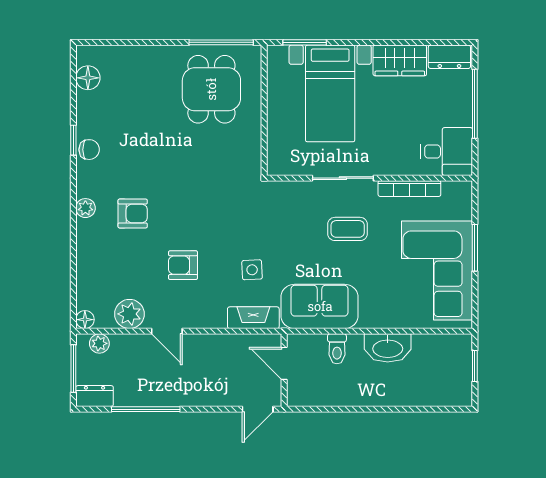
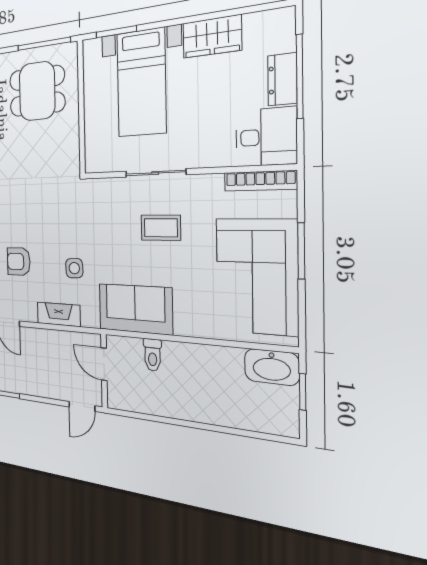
dresser: (449, 57) -> (282, 79), moved, turned 90
dining table: (211, 89) -> (37, 91), turned 90
bookcase: (409, 189) -> (260, 181), moved
fireplace: (253, 318) -> (59, 314), moved
washbasin: (388, 348) -> (272, 367), moved

